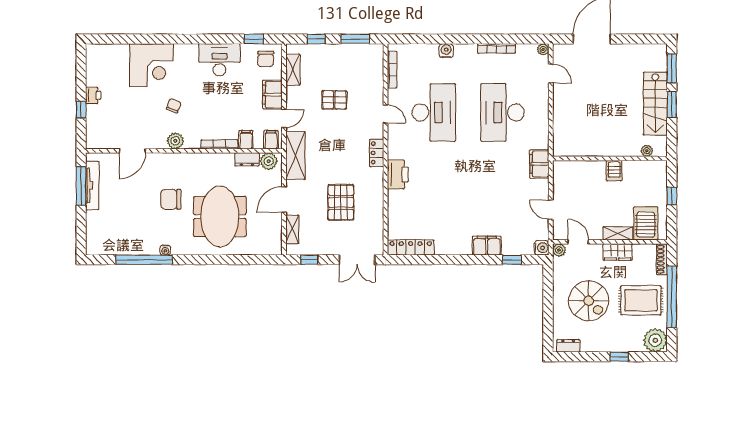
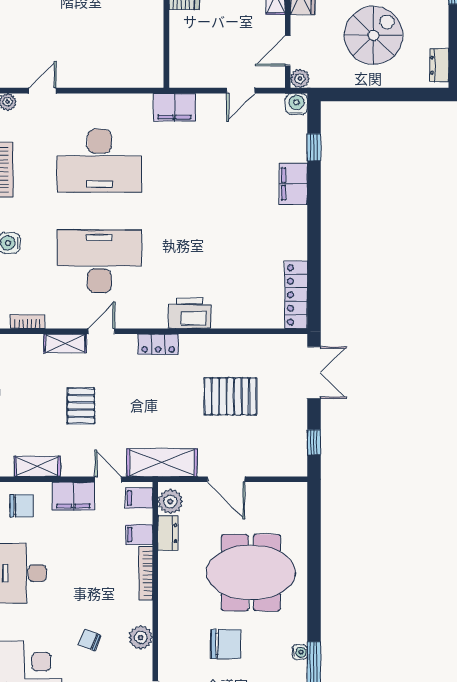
bookcase: (392, 70) -> (27, 322), width x0.64
chair: (171, 199) -> (226, 644), turned -90
shelving: (292, 229) -> (65, 343), moved

